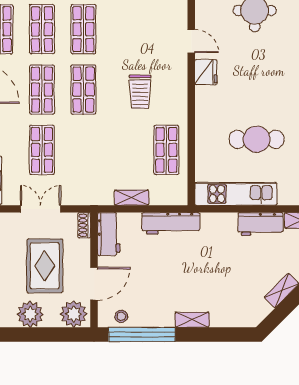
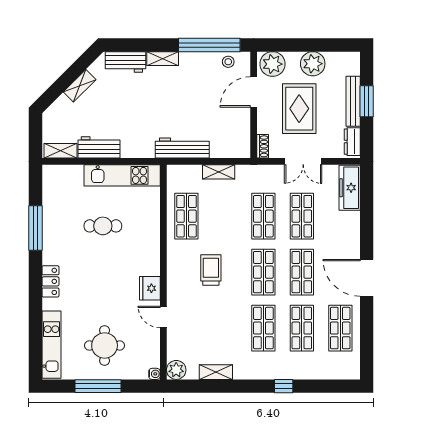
cafe table: (257, 139) -> (103, 226), width x0.73, depth x0.74
shop shelf: (83, 150) -> (263, 216), added
workbench: (109, 234) -> (125, 62), moved, turned -90

